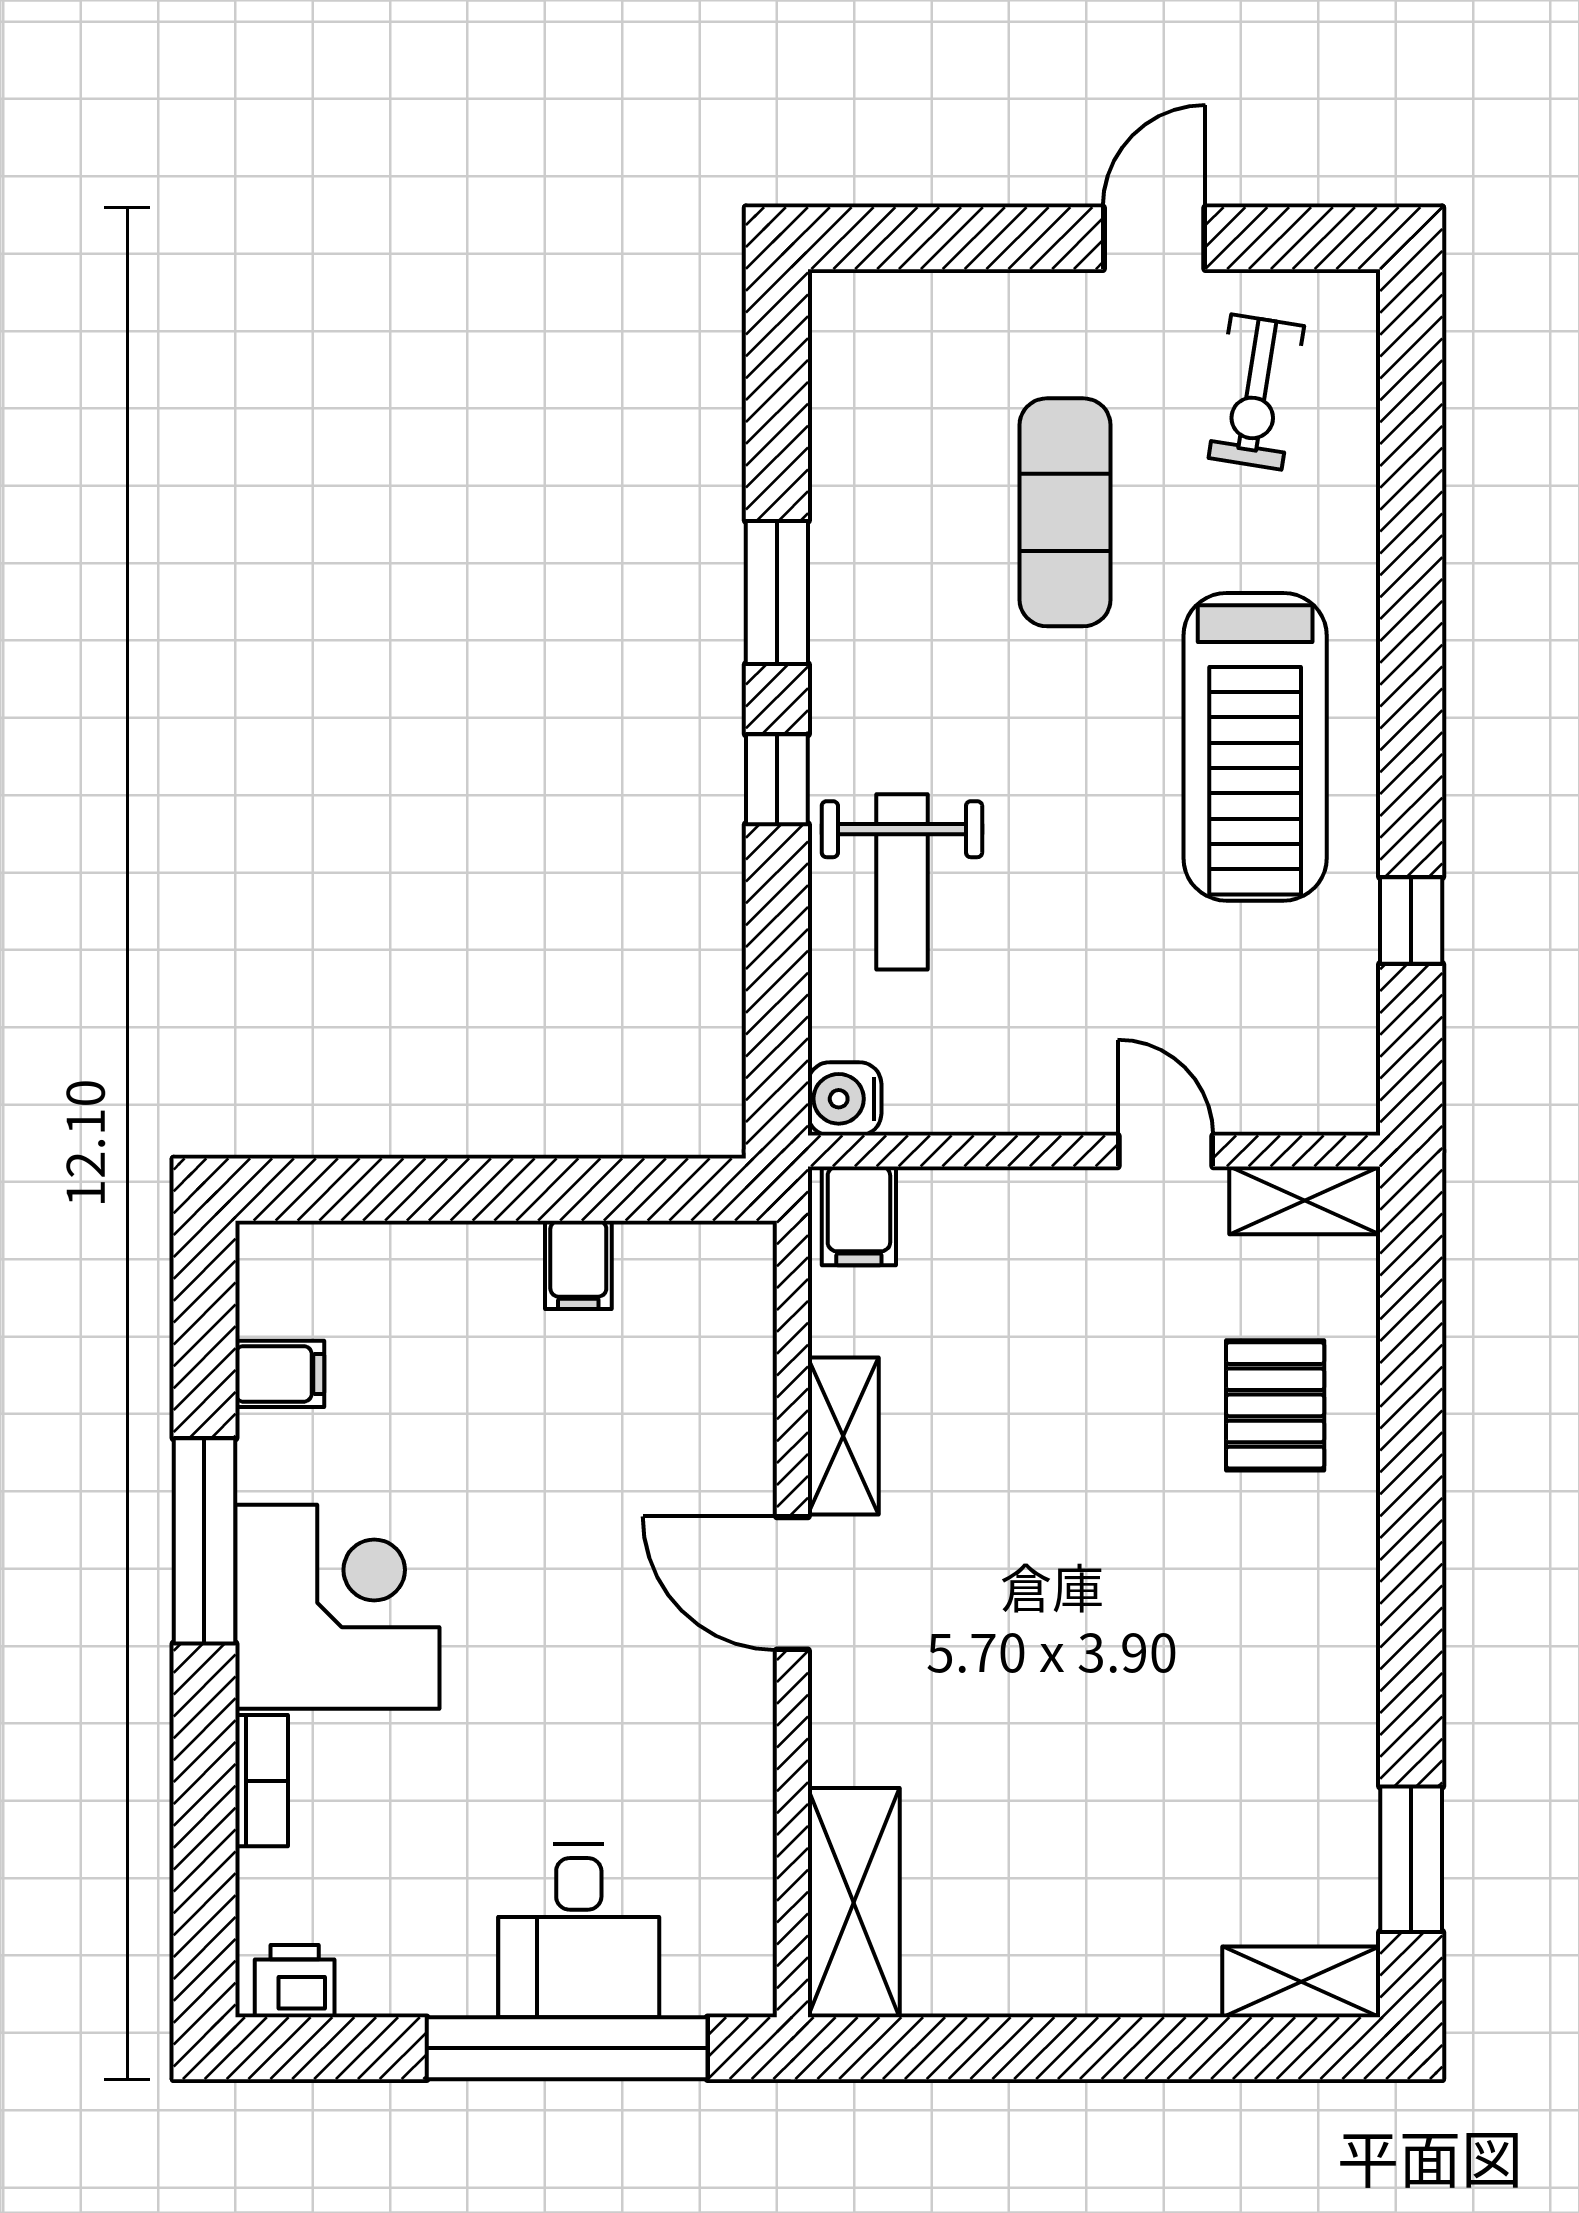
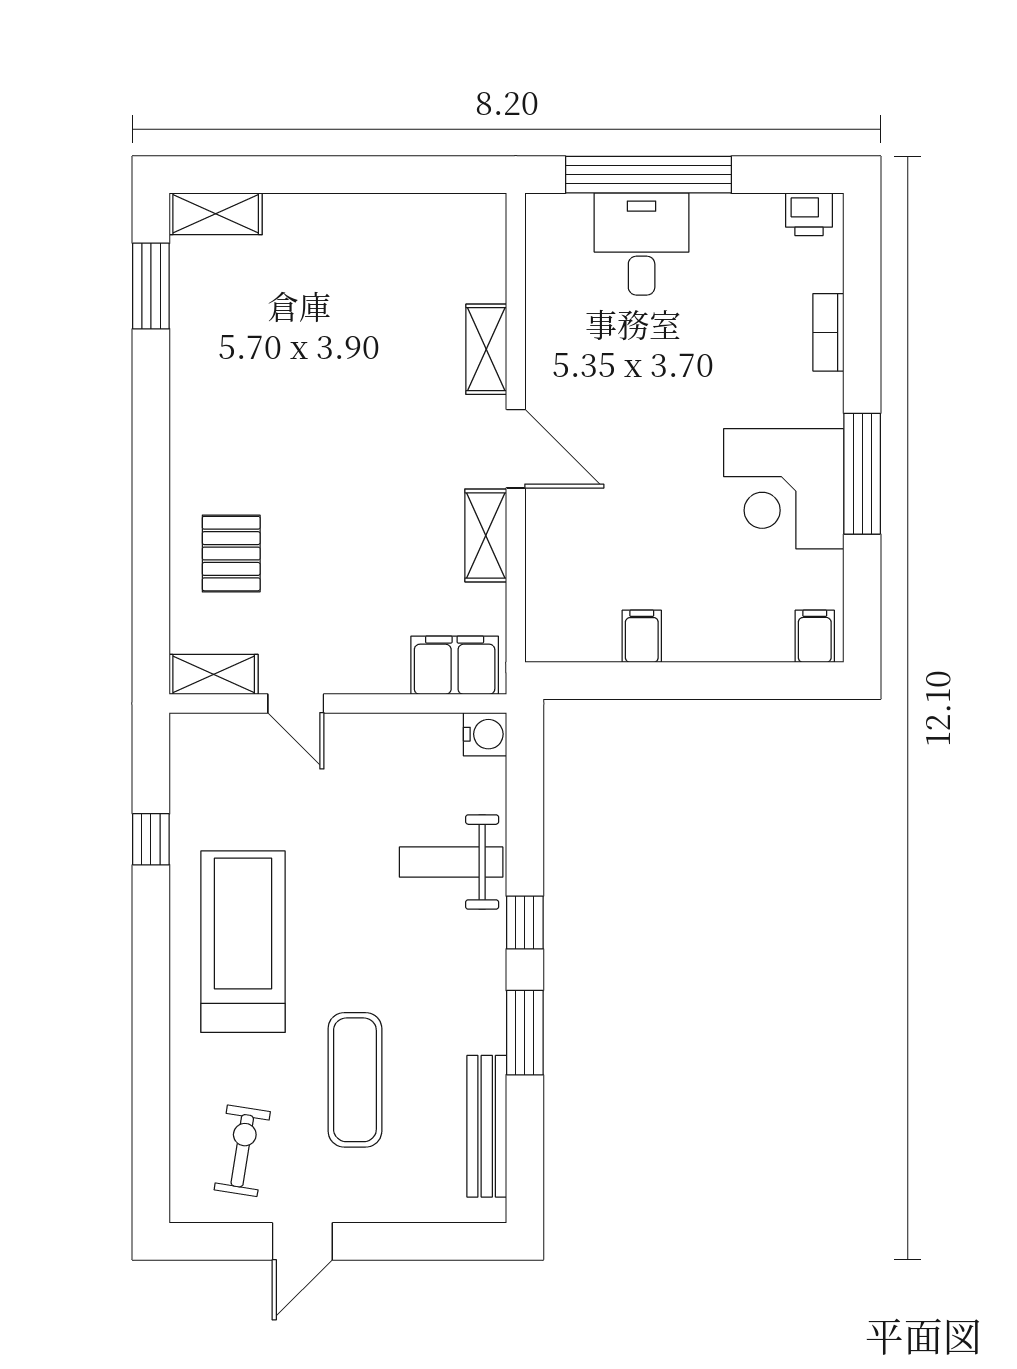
bench: (841, 434) -> (487, 1126), added
weight bench: (902, 882) -> (451, 862), turned -90
filing cabinet: (859, 1216) -> (455, 665), width x2.00
filing cabinet: (280, 1374) -> (815, 636), moved, turned 90
corner desk: (337, 1607) -> (784, 489), moved
shelving: (854, 1903) -> (486, 349), moved, width x0.67, depth x0.75

